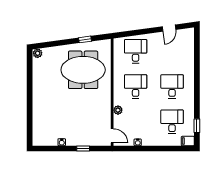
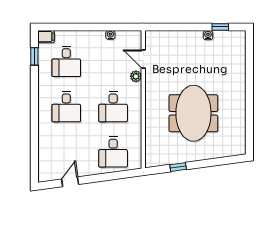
plant: (38, 53) -> (239, 149), removed
meeting table: (83, 70) -> (193, 113), moved, turned 90
door: (112, 136) -> (143, 59), moved
window: (83, 149) -> (220, 27), moved

